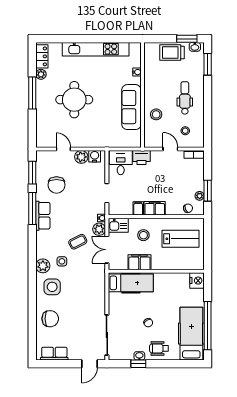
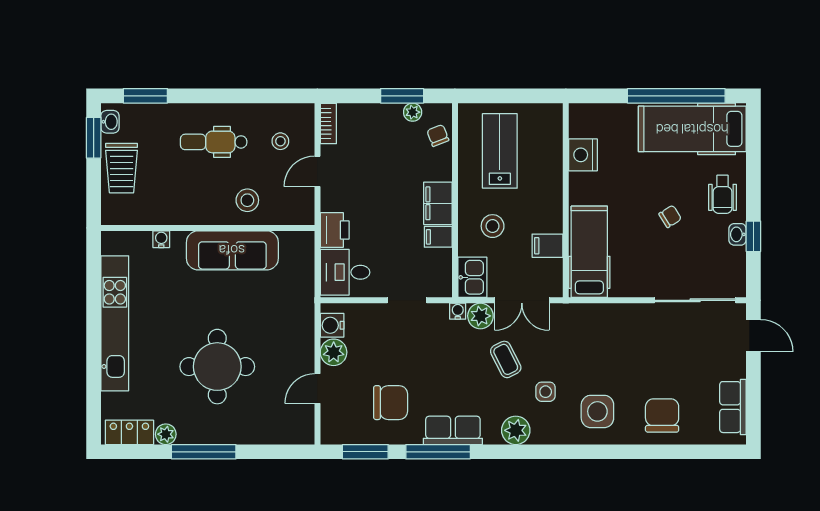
filing cabinet: (139, 262) -> (548, 246), width x0.50
plant: (43, 266) -> (516, 430), moved
nightstand: (197, 281) -> (583, 155), moved, turned -90

